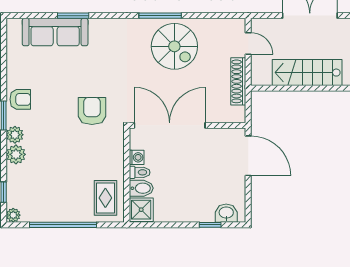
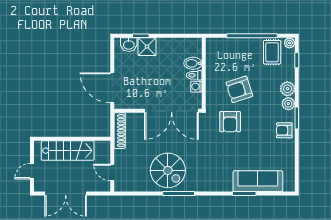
spiral stairs: (174, 46) -> (168, 170), turned 180
shoe rack: (238, 81) -> (120, 131), moved
armchair: (80, 154) -> (239, 89), added
rug: (105, 198) -> (272, 52), moved
shower: (141, 210) -> (147, 47), moved

